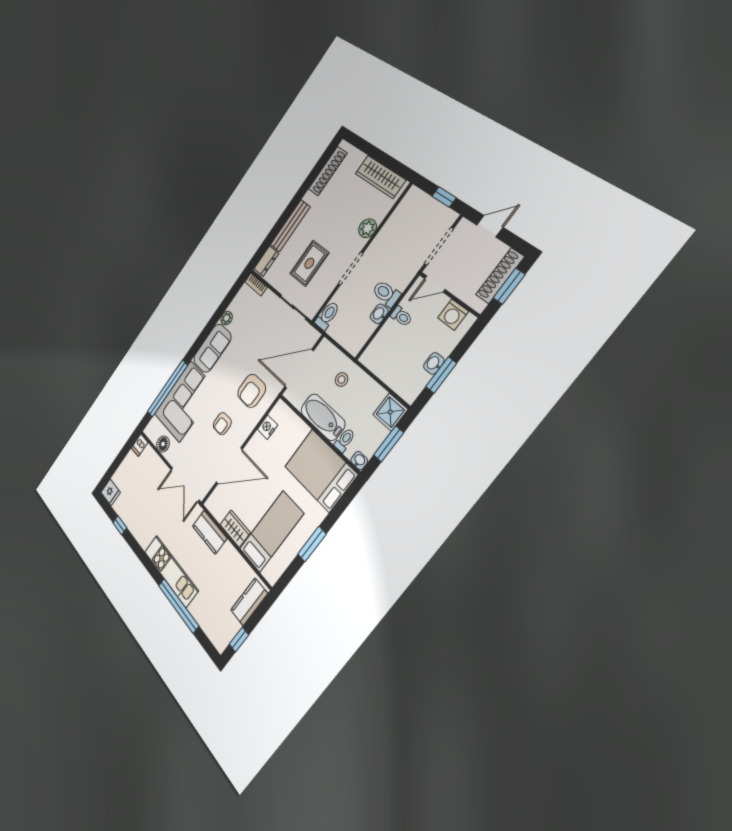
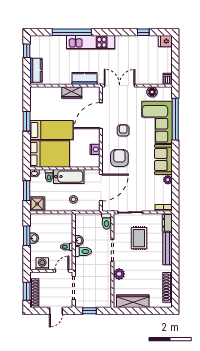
bed: (271, 531) -> (51, 130), moved, turned -90

